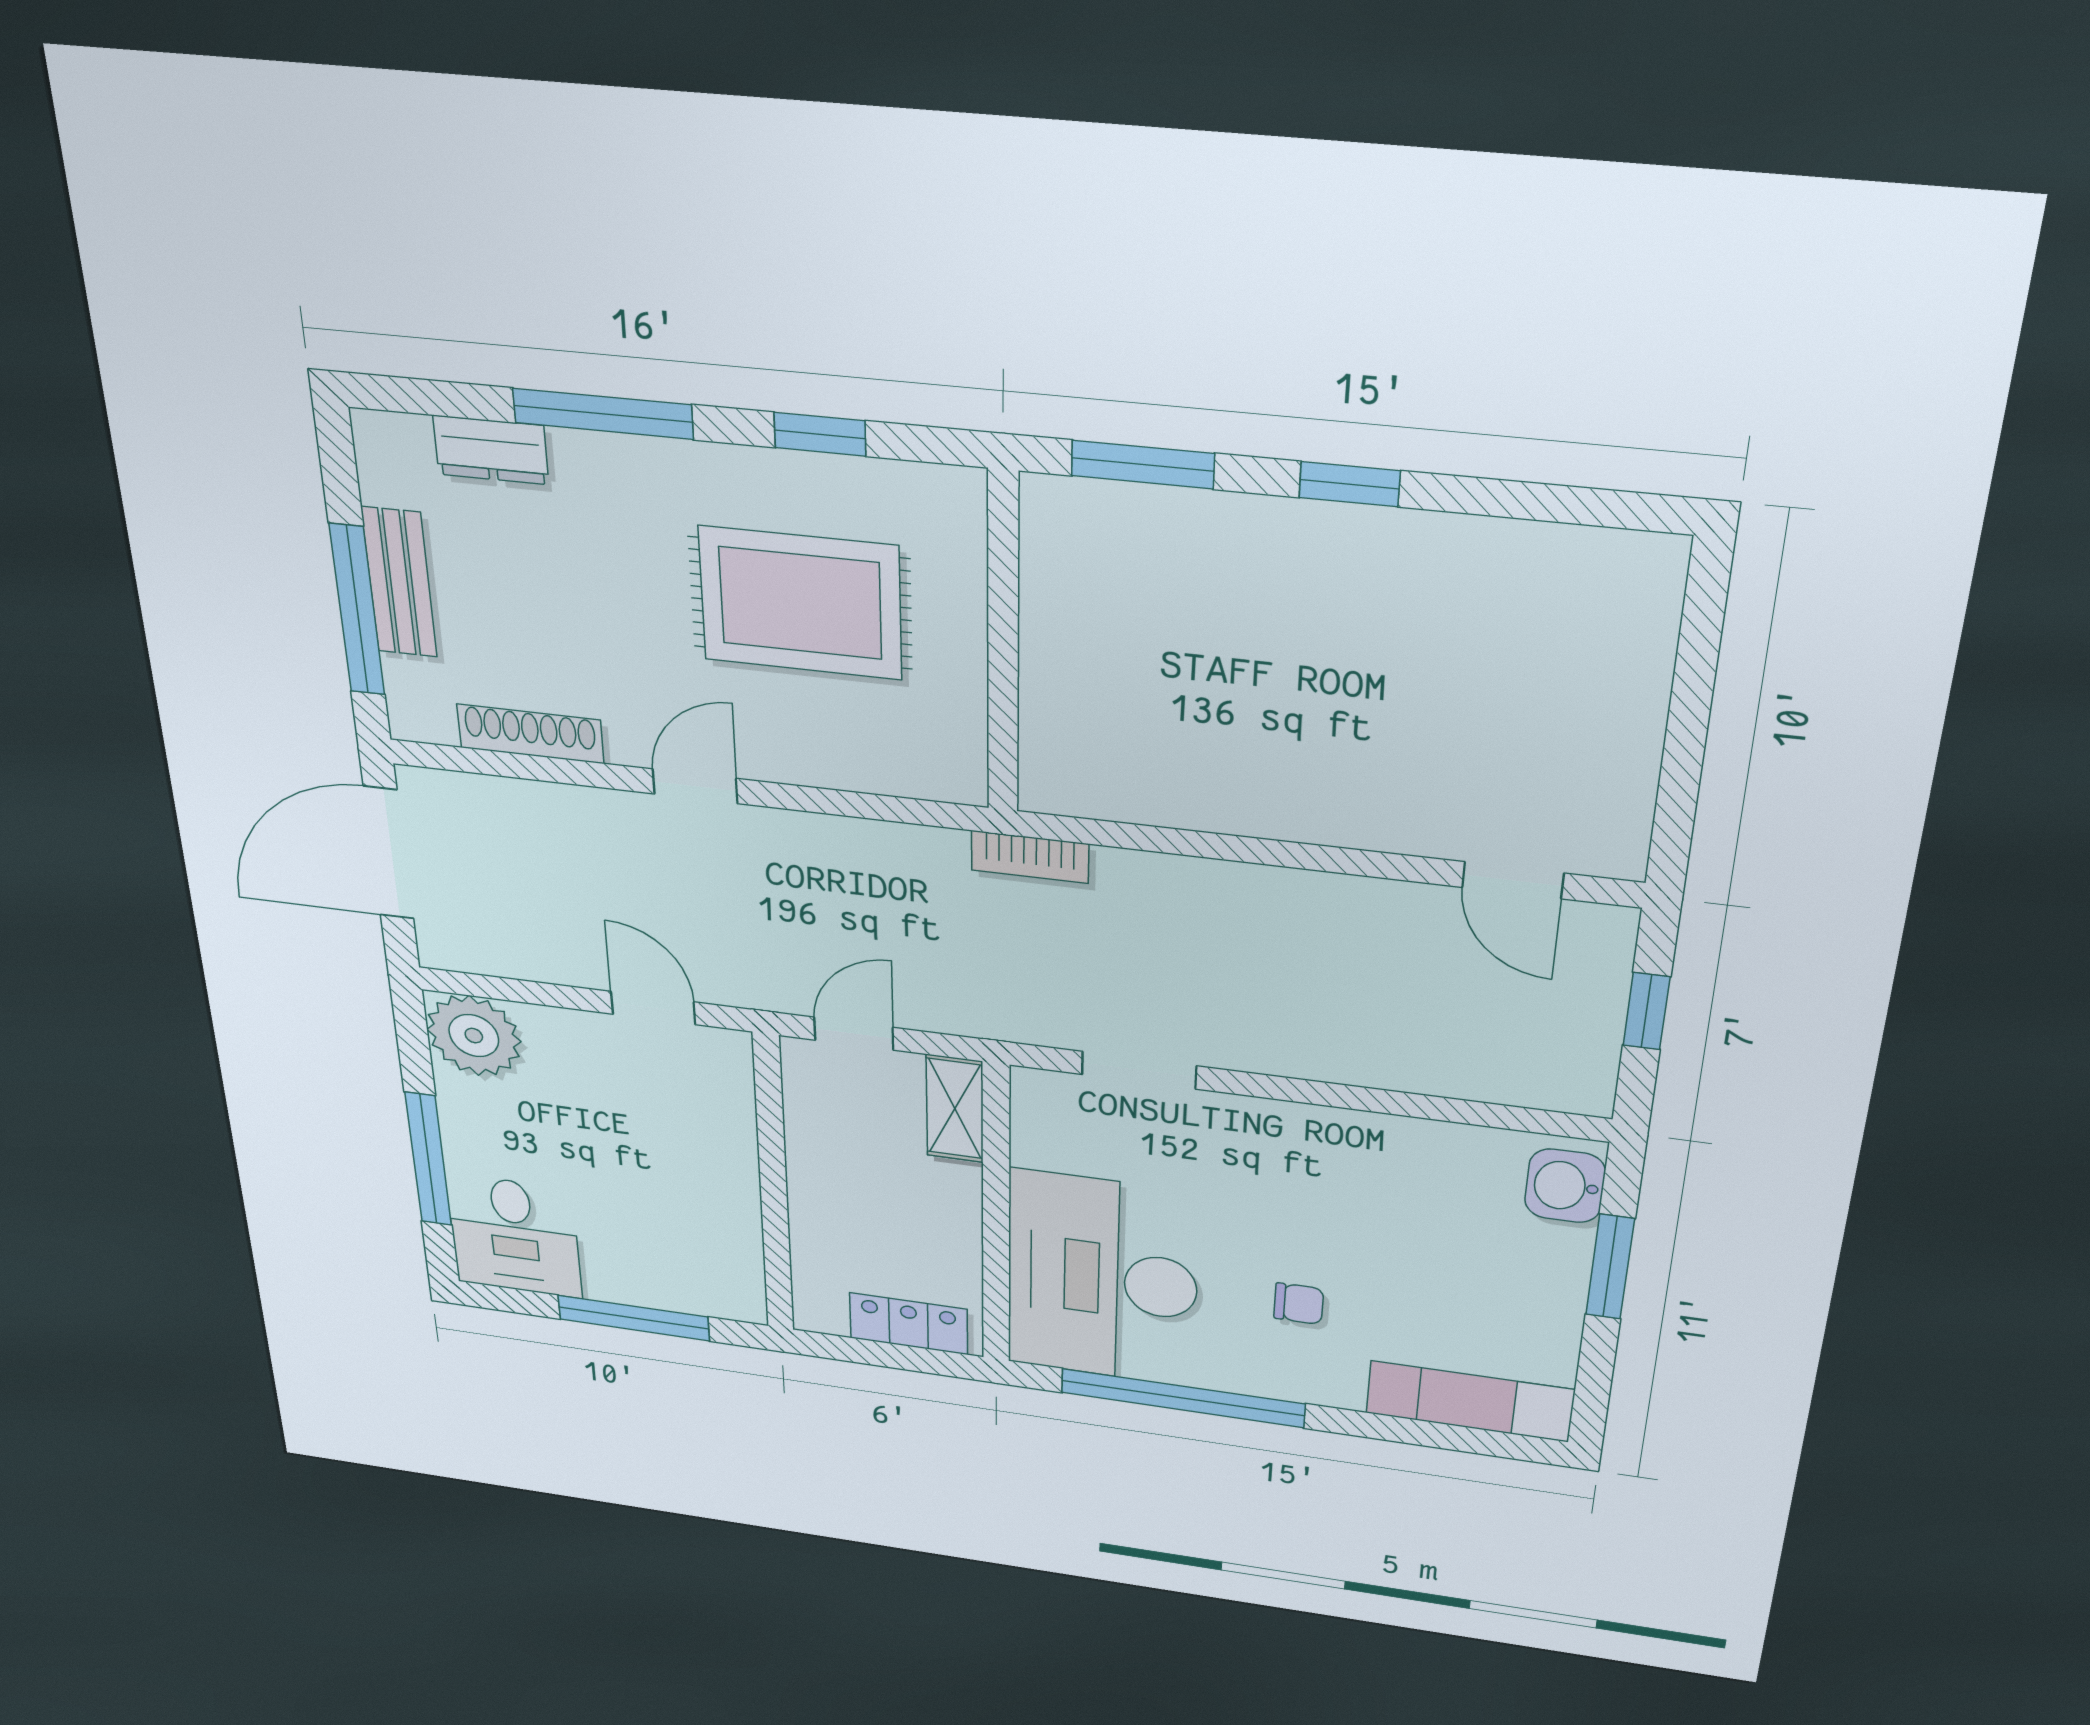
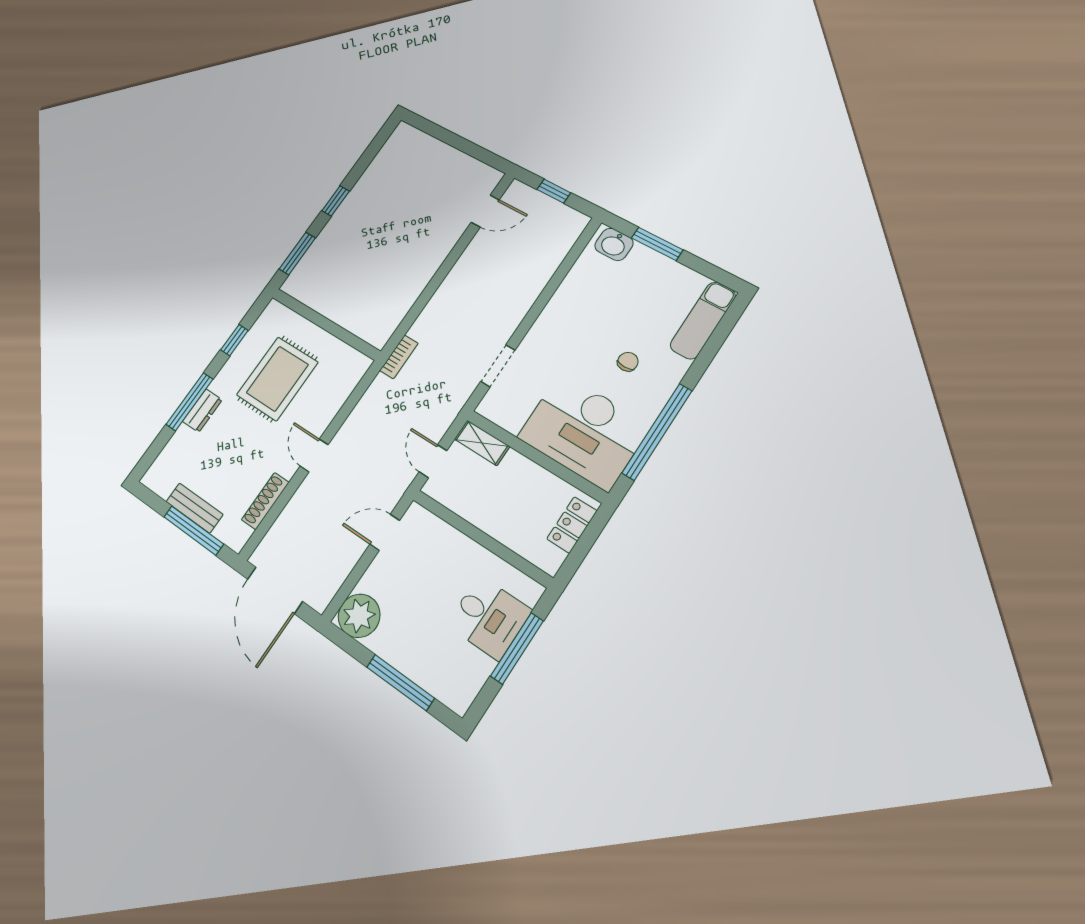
dresser: (491, 450) -> (202, 411), moved
desk: (514, 1236) -> (489, 617), moved

